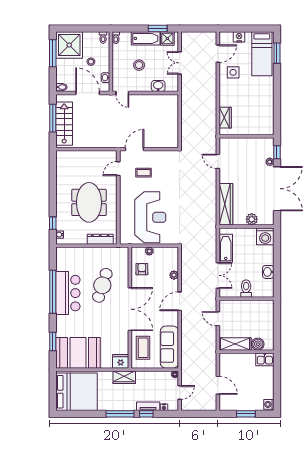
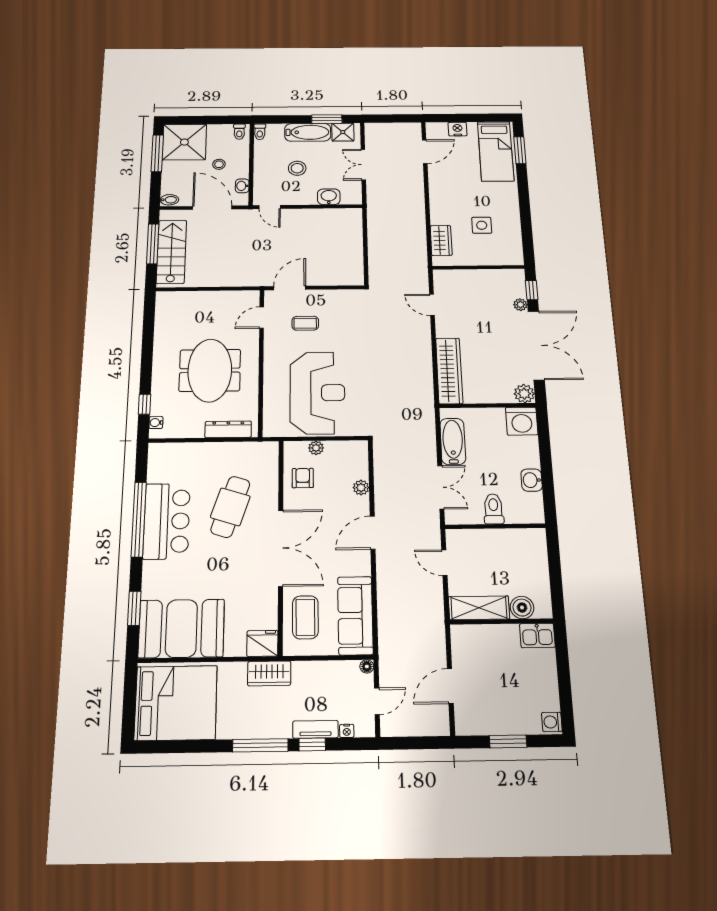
side table: (233, 72) -> (482, 225), moved
plant: (252, 219) -> (524, 394), moved
door: (218, 385) -> (450, 686), swing flipped

